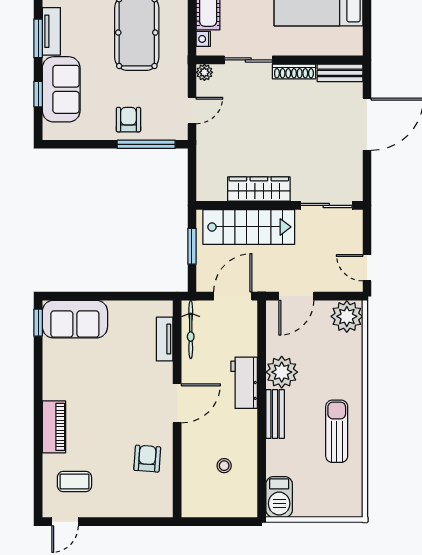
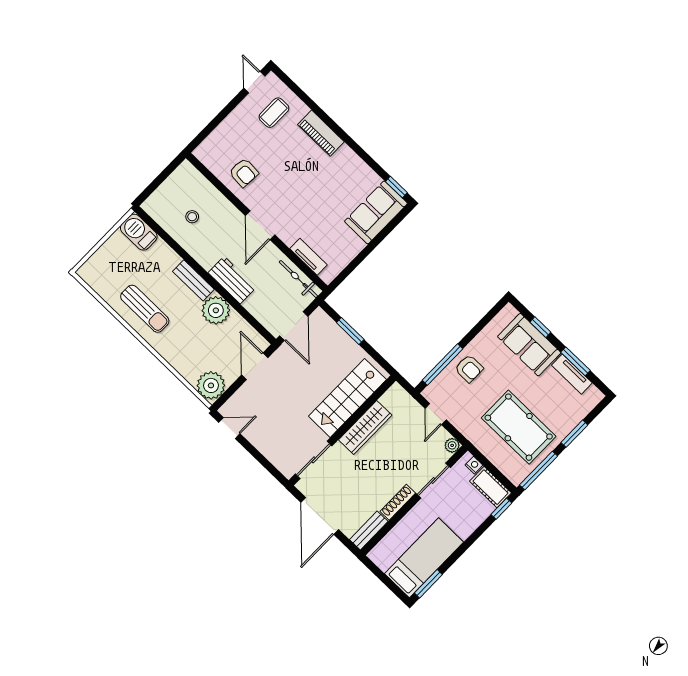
wardrobe: (259, 189) -> (365, 428), moved
wall: (279, 205) -> (342, 430), moved
sliding door: (326, 205) -> (314, 460), moved
stairs: (249, 227) -> (347, 398), moved

